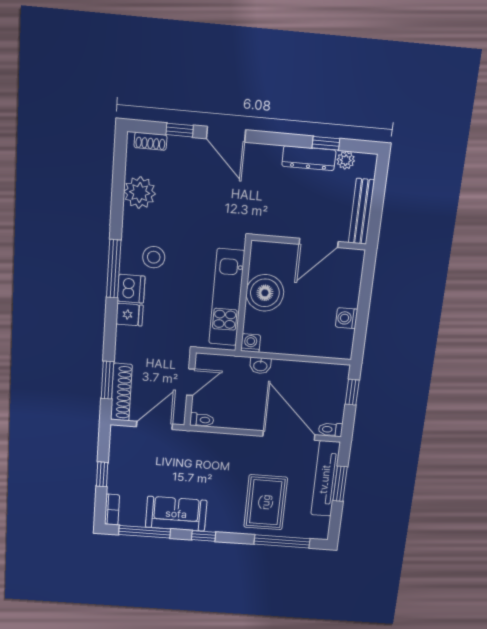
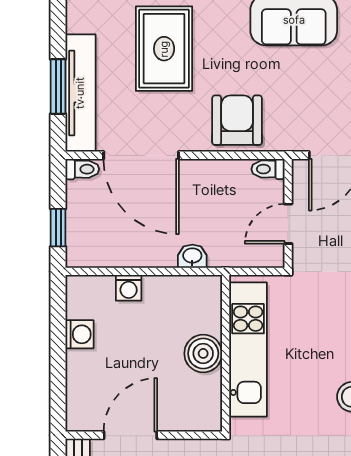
boiler: (265, 293) -> (203, 353), width x0.73, depth x0.73
washing machine: (251, 343) -> (129, 288), moved
armchair: (220, 453) -> (237, 120), added

